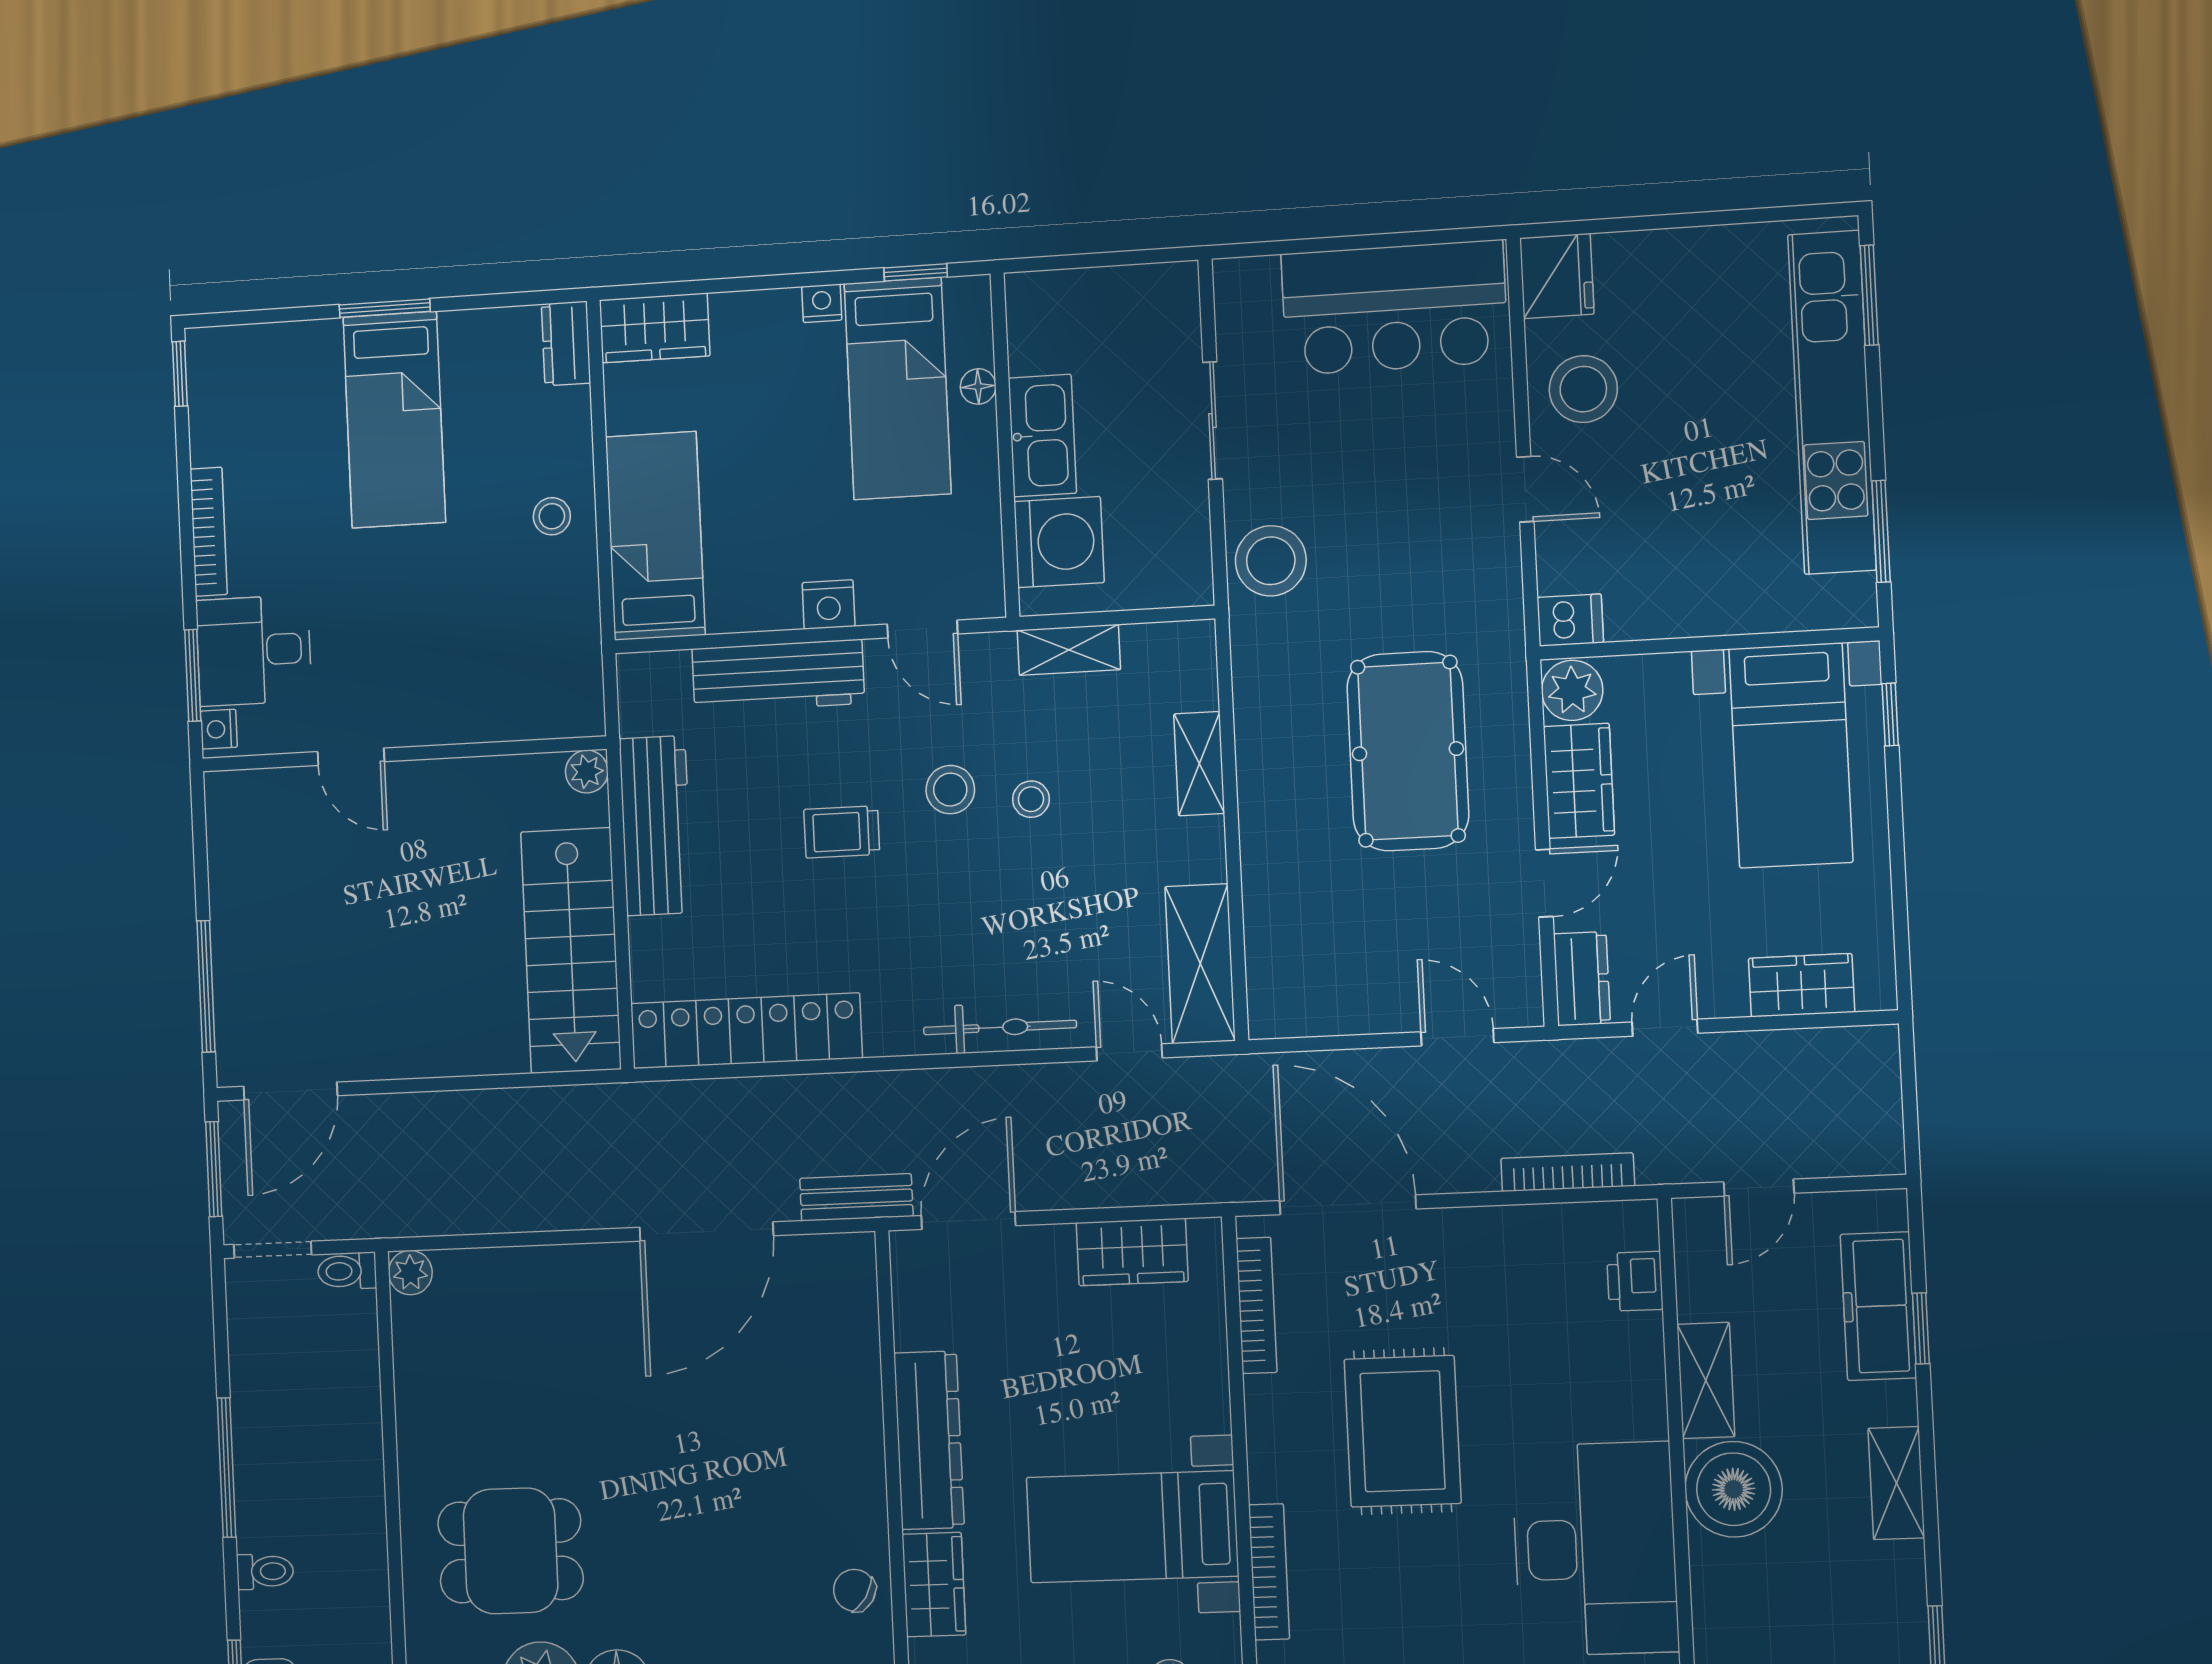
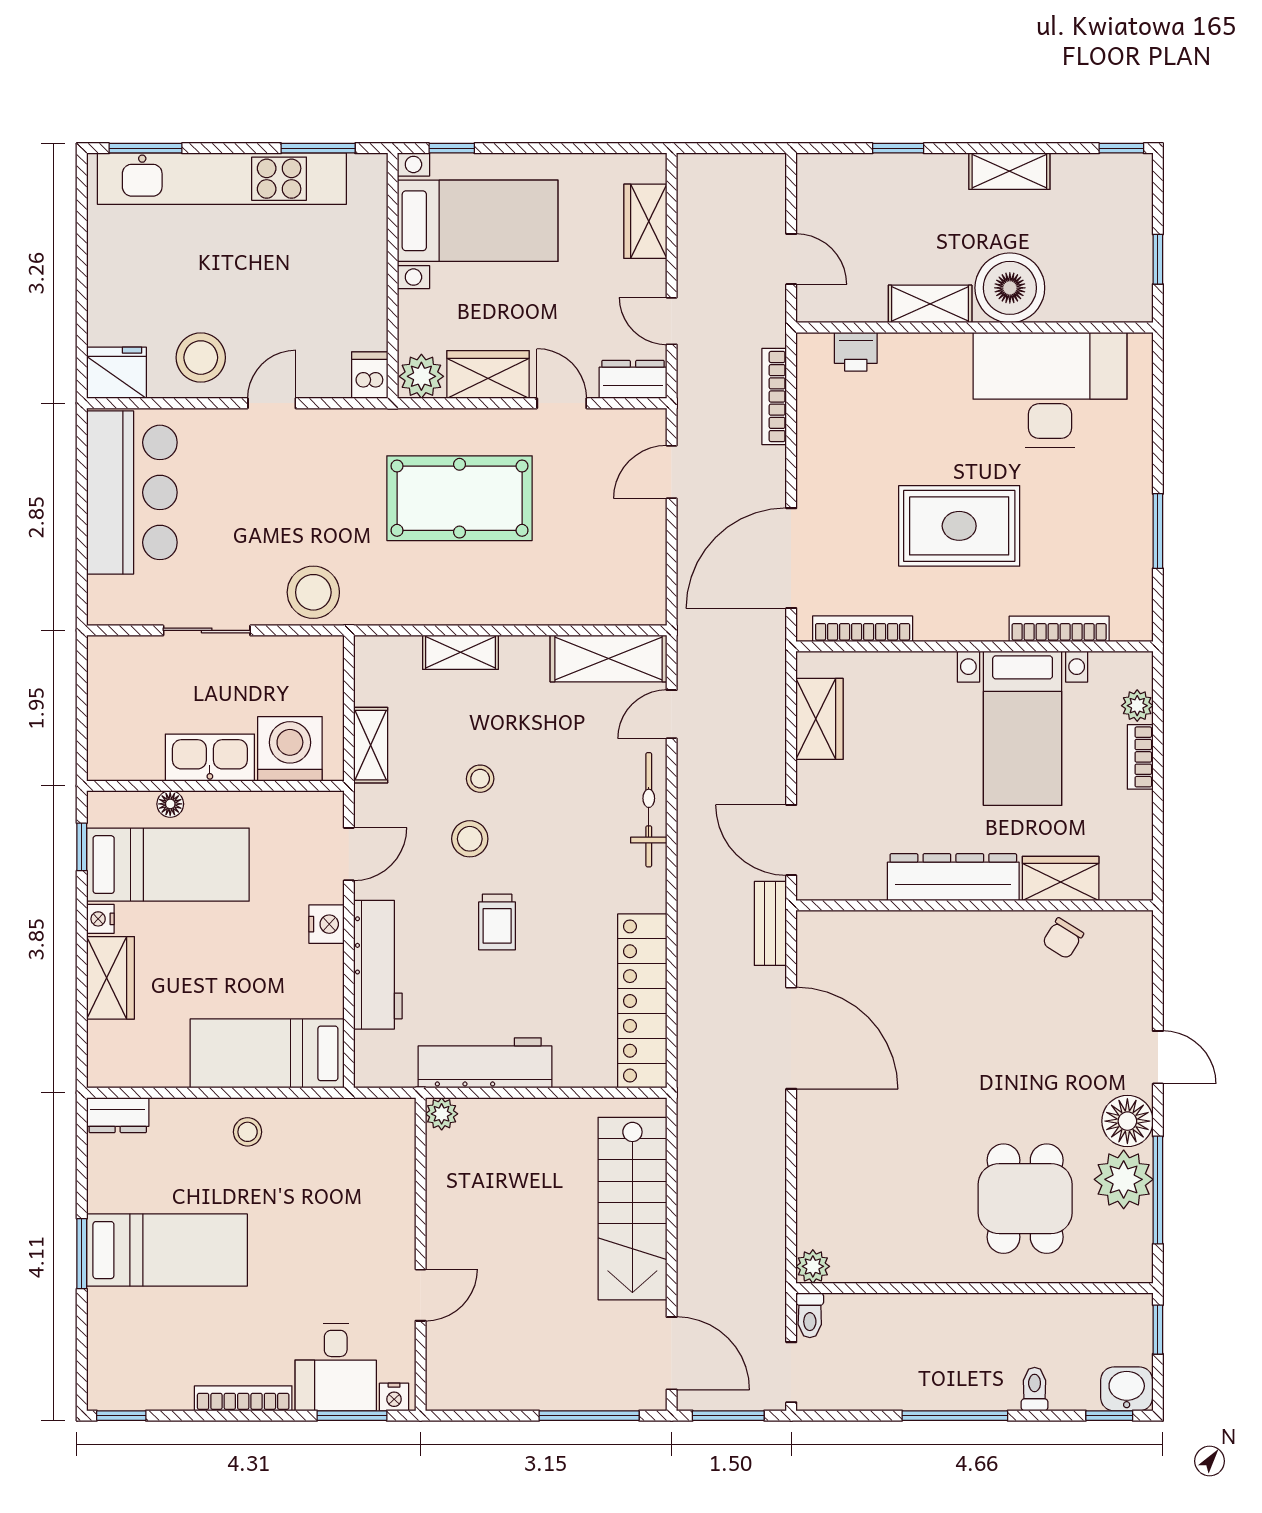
wardrobe: (655, 328) -> (110, 978), moved
stairs: (571, 950) -> (632, 1209), moved, turned 90
freezer: (1878, 1306) -> (881, 178), removed

